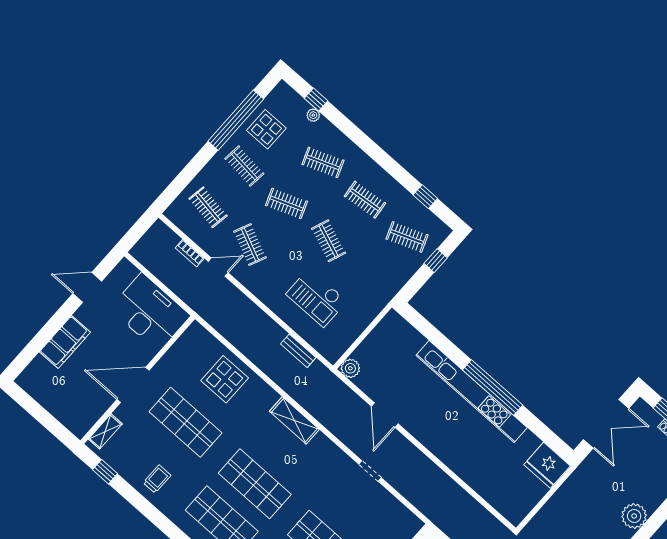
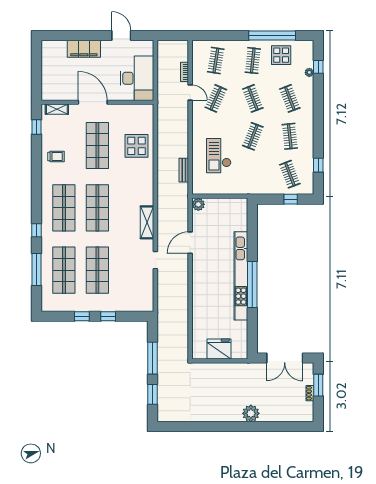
shelving: (294, 420) -> (147, 222), moved
fridge: (547, 465) -> (219, 349), moved, turned 90

